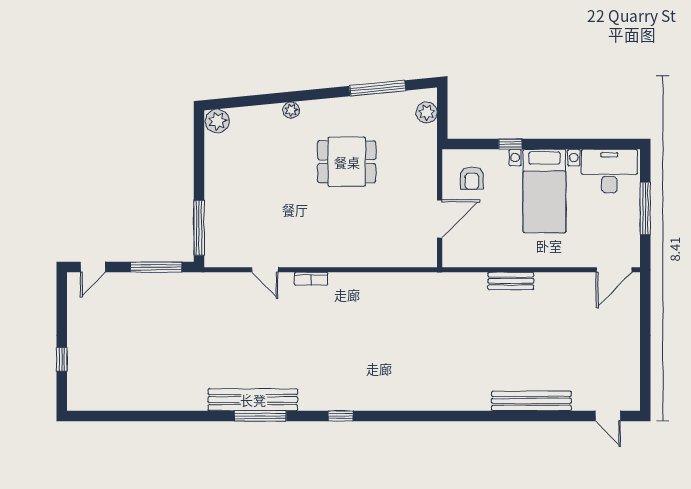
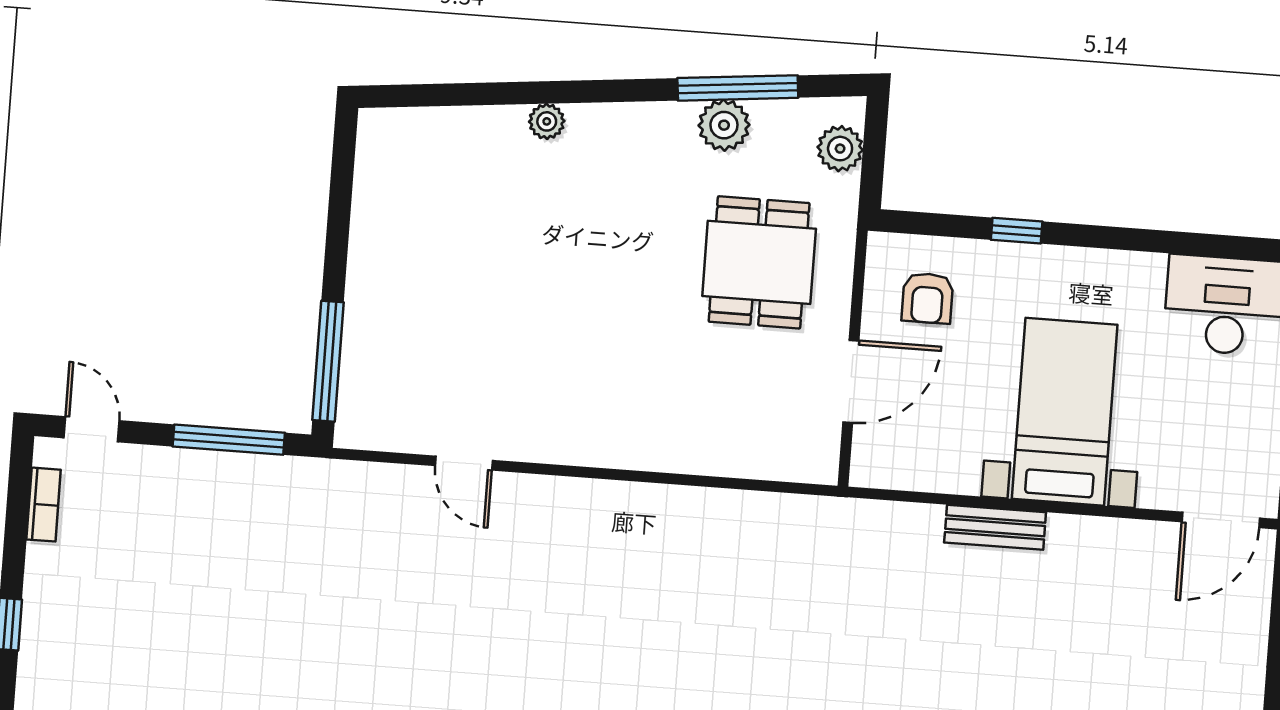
plant: (217, 121) -> (724, 125), moved
dining table: (347, 162) -> (759, 262), moved, turned 90
bed with nightstands: (544, 191) -> (1065, 412), moved, turned 180
door: (93, 267) -> (92, 429), swing flipped
bookcase: (311, 279) -> (44, 505), moved, turned -90

